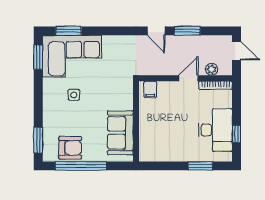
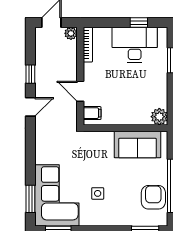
window: (187, 31) -> (30, 74), width x0.67
plant: (212, 69) -> (71, 33), moved
door: (188, 78) -> (80, 91), moved
plant: (147, 153) -> (159, 117), added

